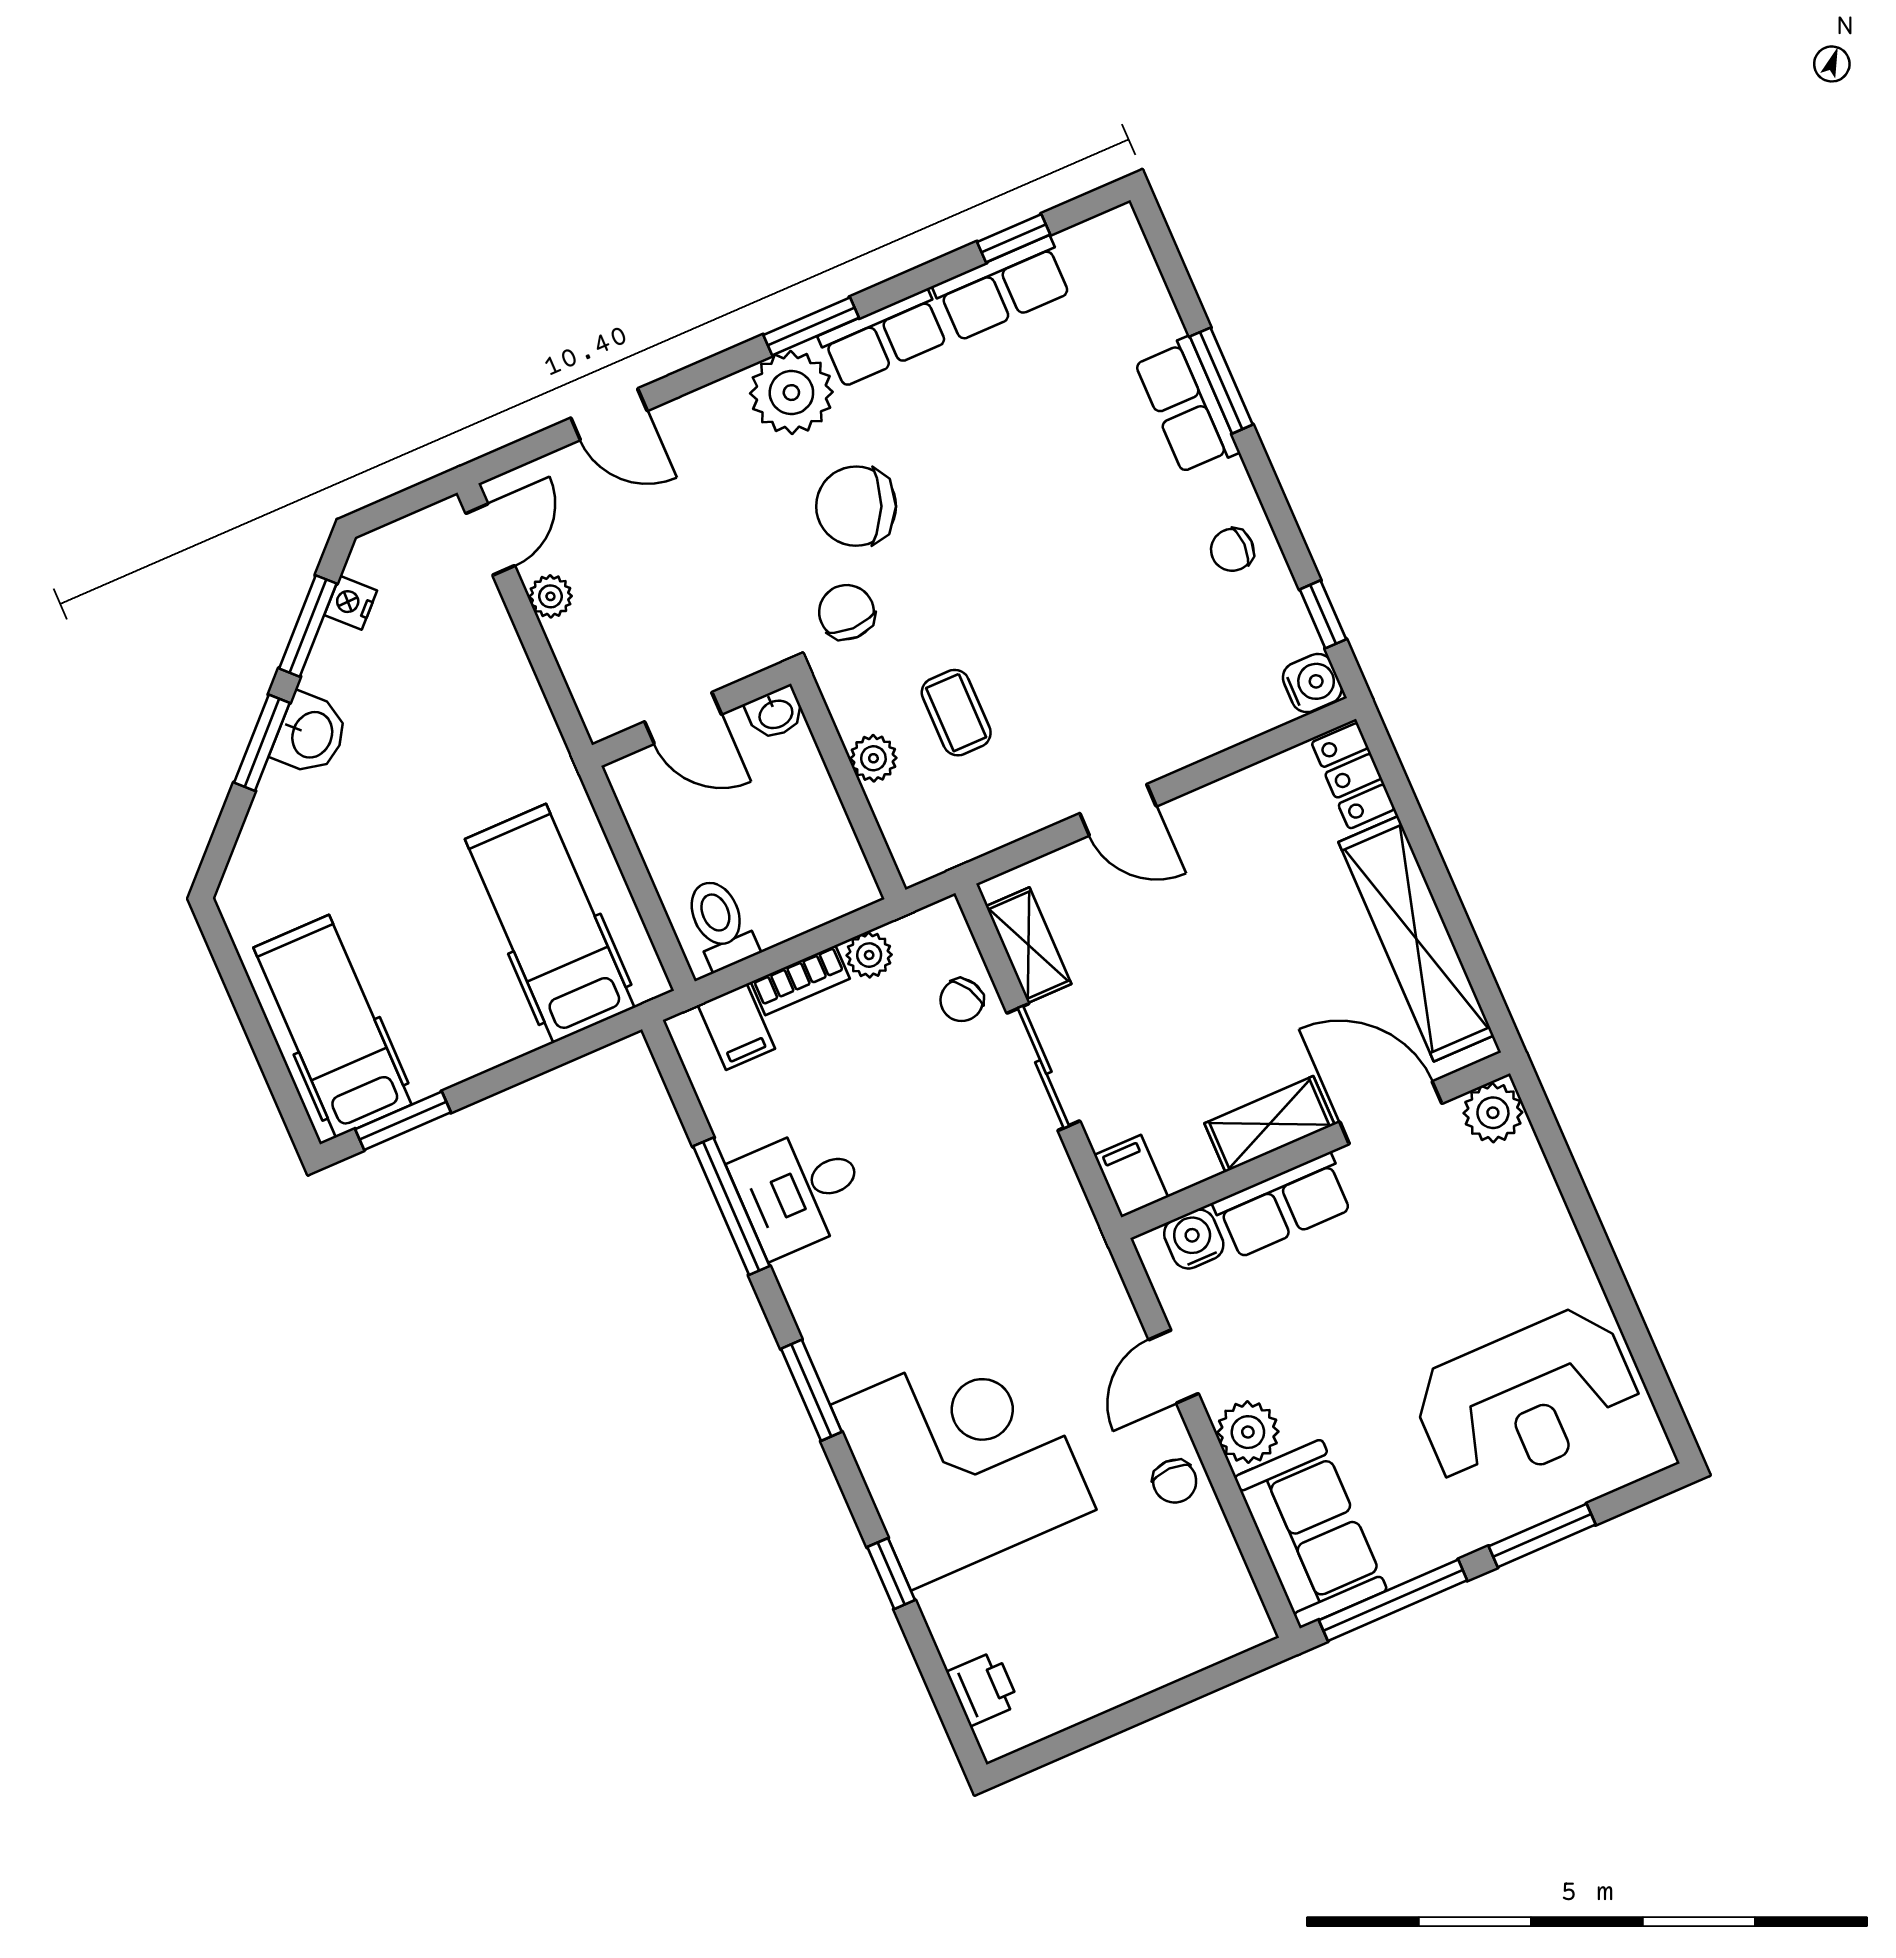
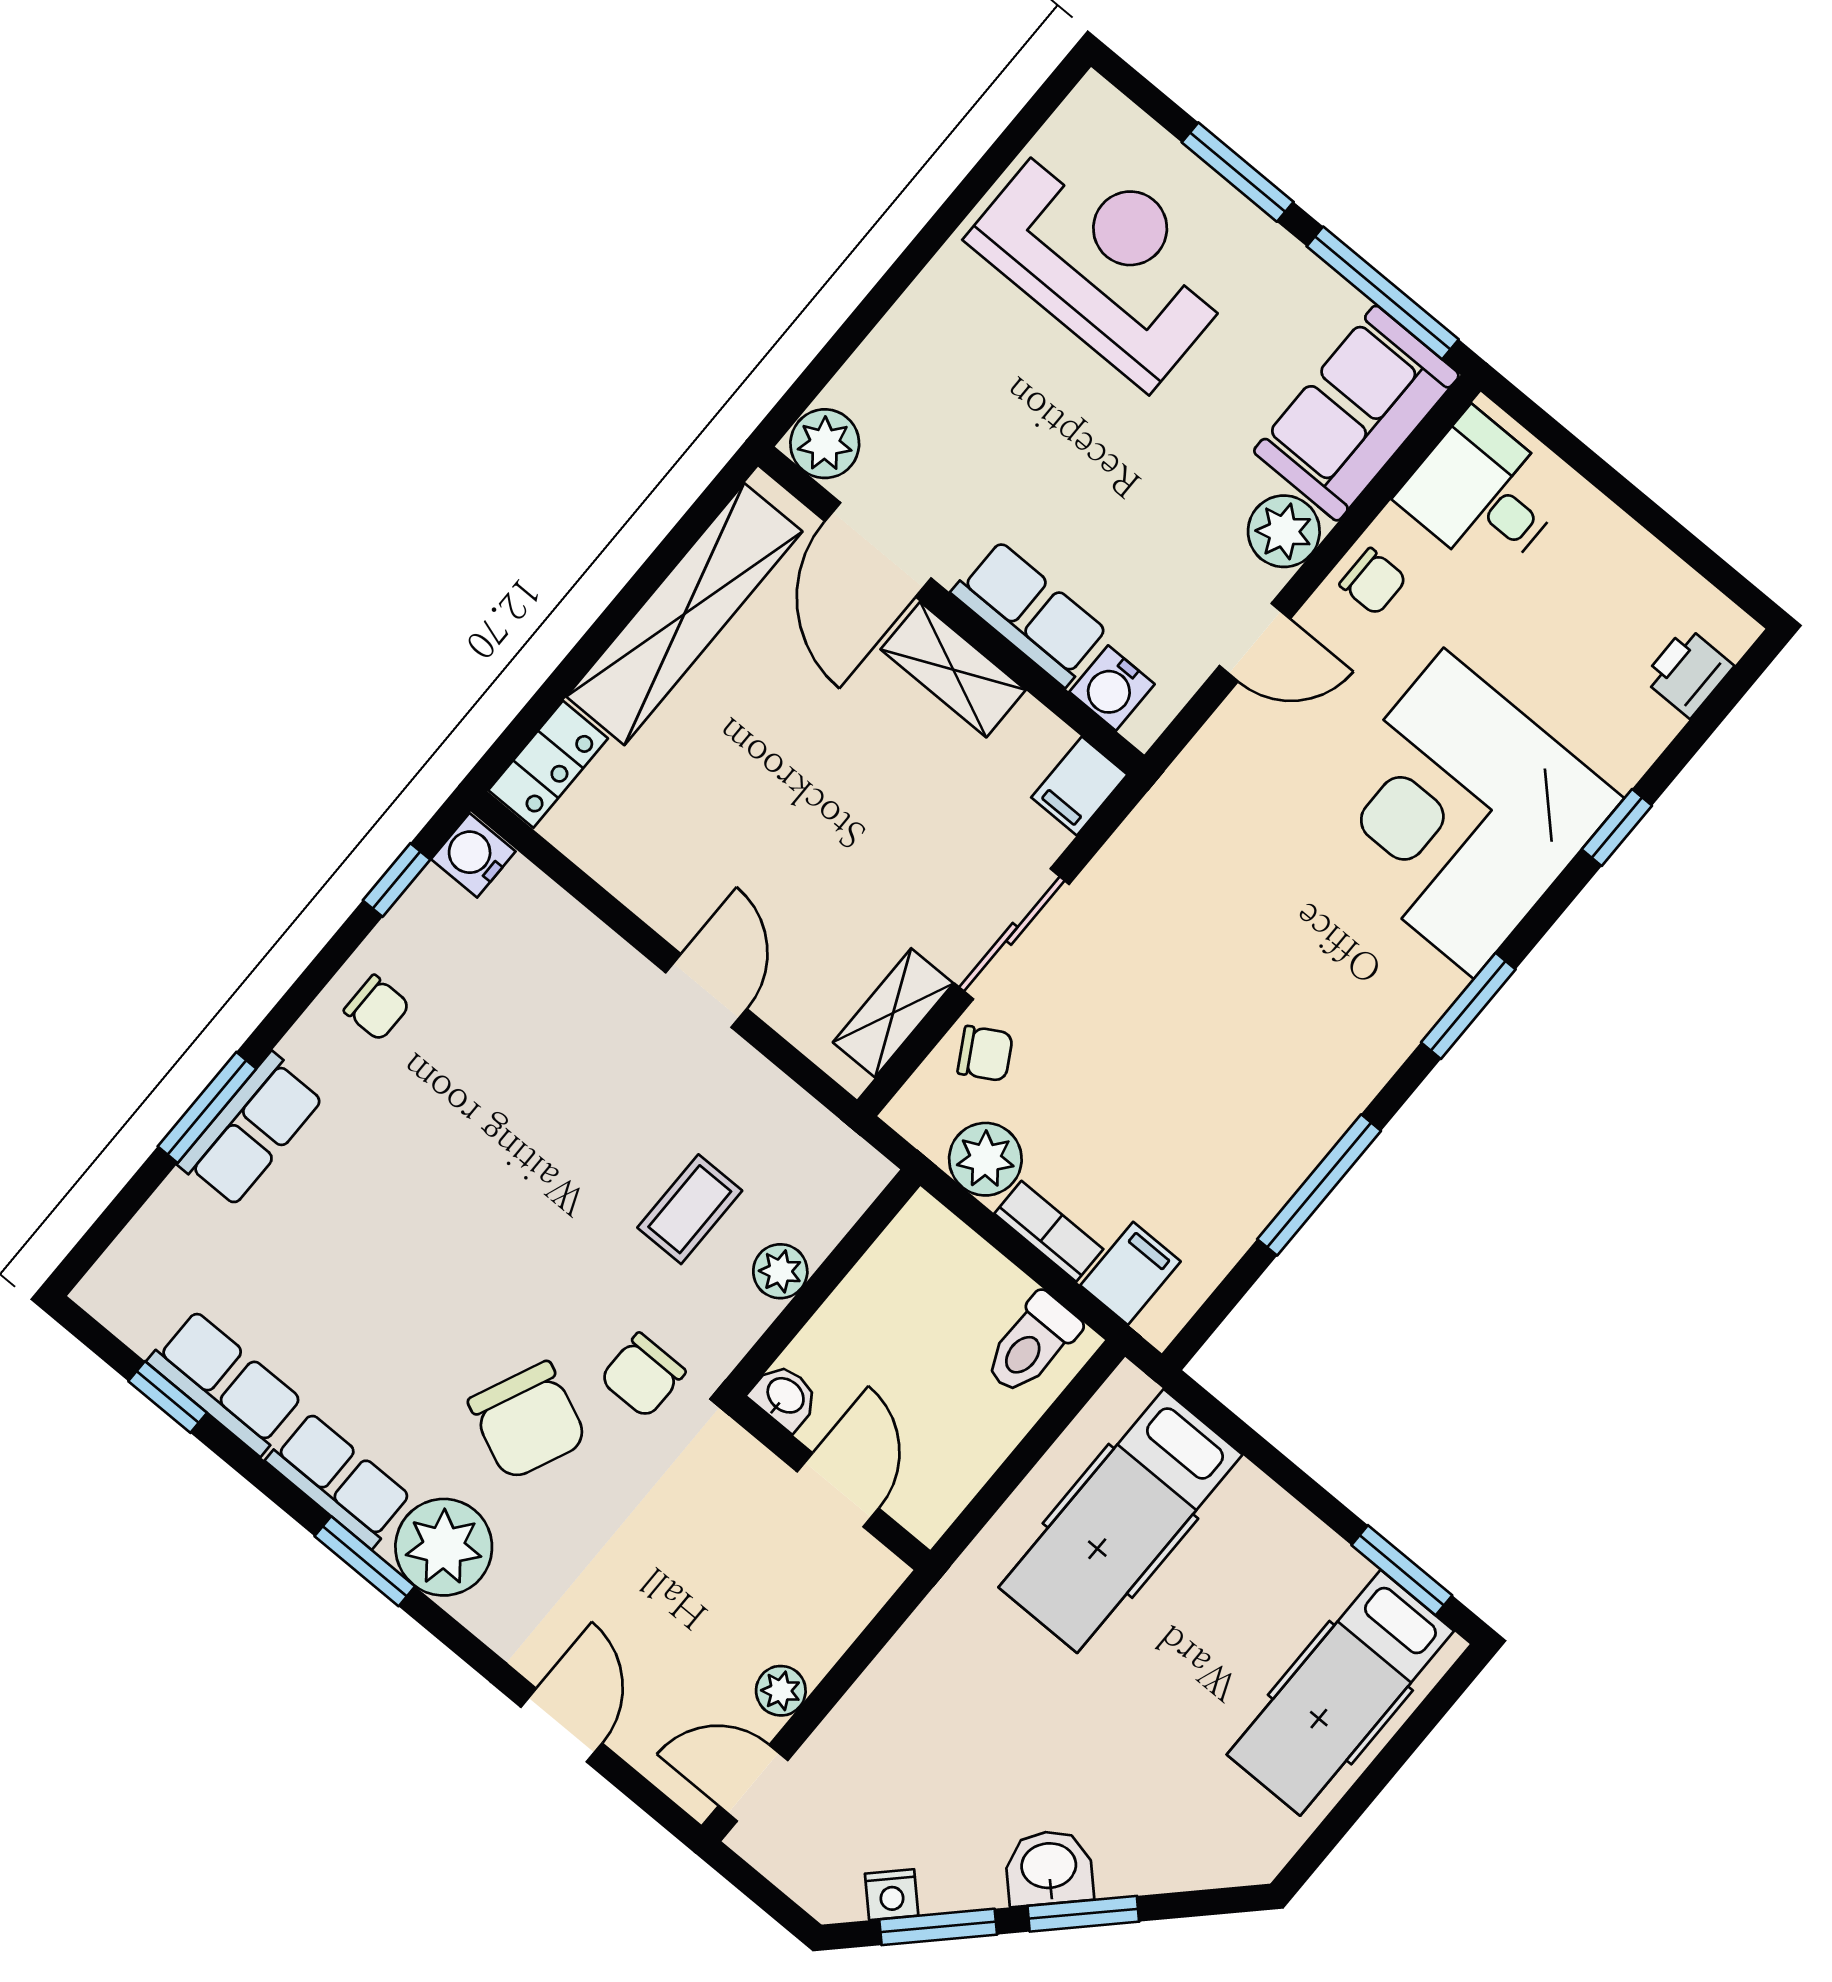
plant: (869, 955) -> (985, 1159), width x1.38, depth x1.38
desk: (800, 1190) -> (1483, 494), moved, turned 180
chair: (1175, 1481) -> (1373, 582), turned 90

